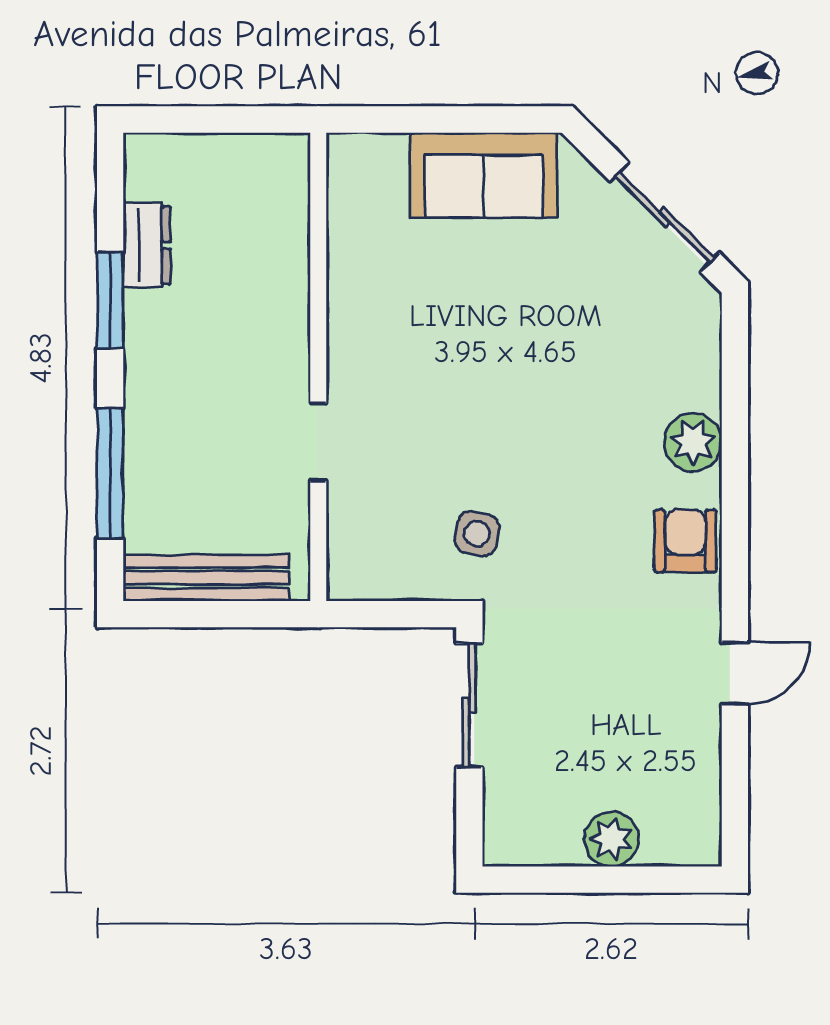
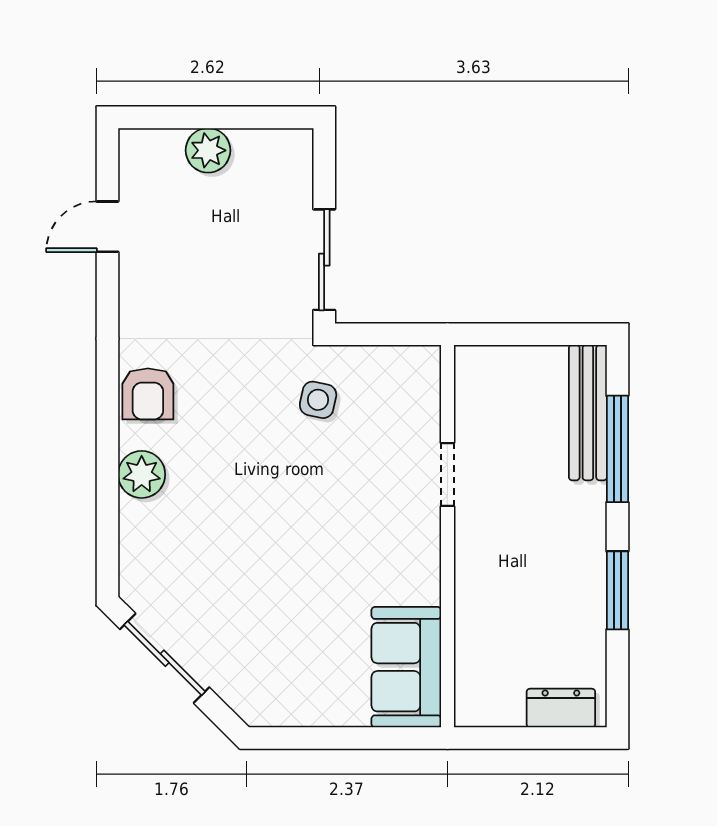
sofa: (483, 175) -> (406, 667), moved, turned -90
dresser: (147, 245) -> (561, 708), moved, turned 90
bench: (206, 578) -> (588, 413), moved, turned 90
door: (735, 673) -> (107, 227), moved

